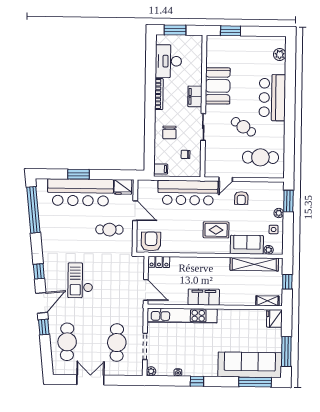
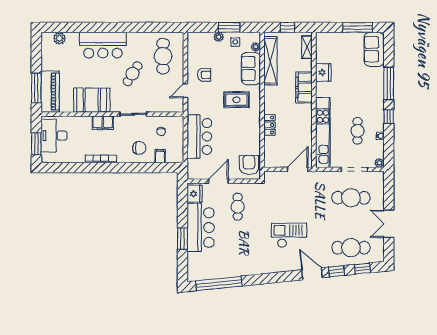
window: (231, 31) -> (36, 88), width x1.44
piano: (227, 44) -> (50, 92), added
desk: (168, 61) -> (54, 136), moved, turned 90
filing cabinet: (161, 169) -> (160, 156), moved
door: (226, 179) -> (185, 91), swing flipped
bar counter: (81, 192) -> (201, 228), width x0.73
bar counter: (188, 193) -> (199, 136), width x0.73
window: (288, 201) -> (229, 27), moved
rug: (216, 230) -> (236, 100), turned 90
armchair: (151, 241) -> (249, 165), turned 90
locker: (159, 262) -> (269, 125), moved
window: (39, 271) -> (362, 269), moved
checkout: (80, 280) -> (289, 235), turned 180
filing cabinet: (204, 297) -> (304, 87), moved
fridge: (274, 318) -> (323, 72), moved, turned -90
cafe table: (183, 350) -> (357, 131), added
sofa: (250, 365) -> (374, 49), width x0.54, depth x0.79
window: (255, 382) -> (389, 84), moved

